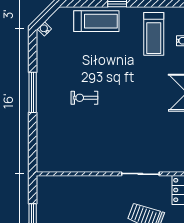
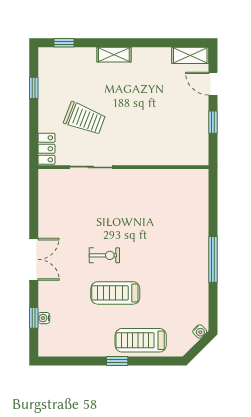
treadmill: (154, 34) -> (115, 293), moved, turned -90
exercise bike: (84, 98) -> (104, 255), moved

